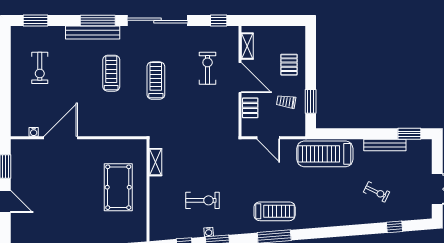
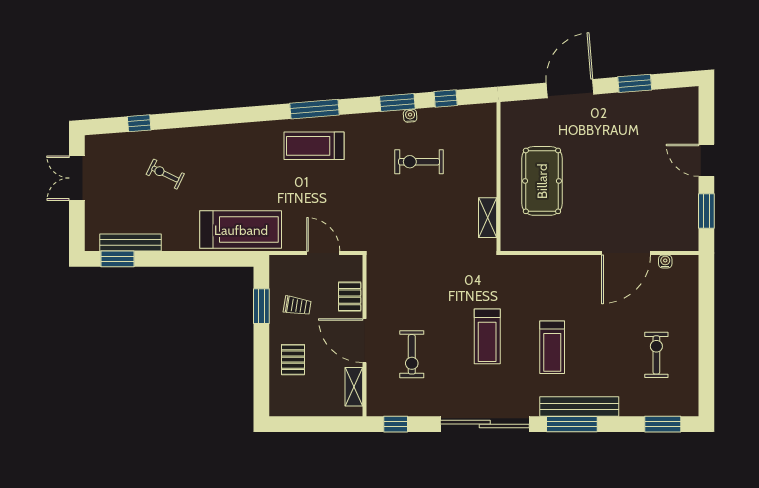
bench: (385, 145) -> (130, 243), moved

